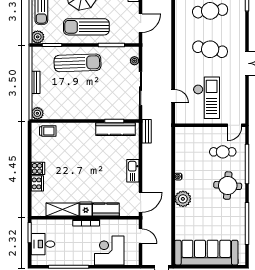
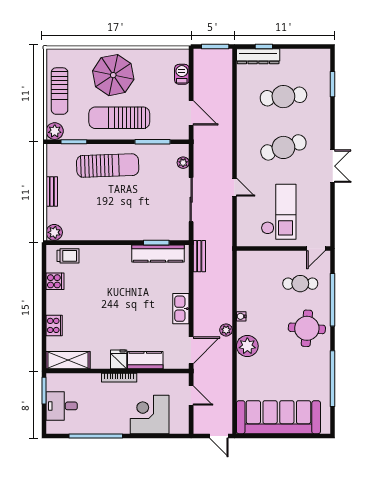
door: (141, 23) -> (191, 113), hinge flipped
cafe table: (210, 49) -> (283, 147), turned -30
door: (173, 96) -> (234, 187), moved
cooker: (38, 168) -> (55, 281), moved
plant: (167, 187) -> (226, 330), added
shelving: (62, 210) -> (68, 360), moved

